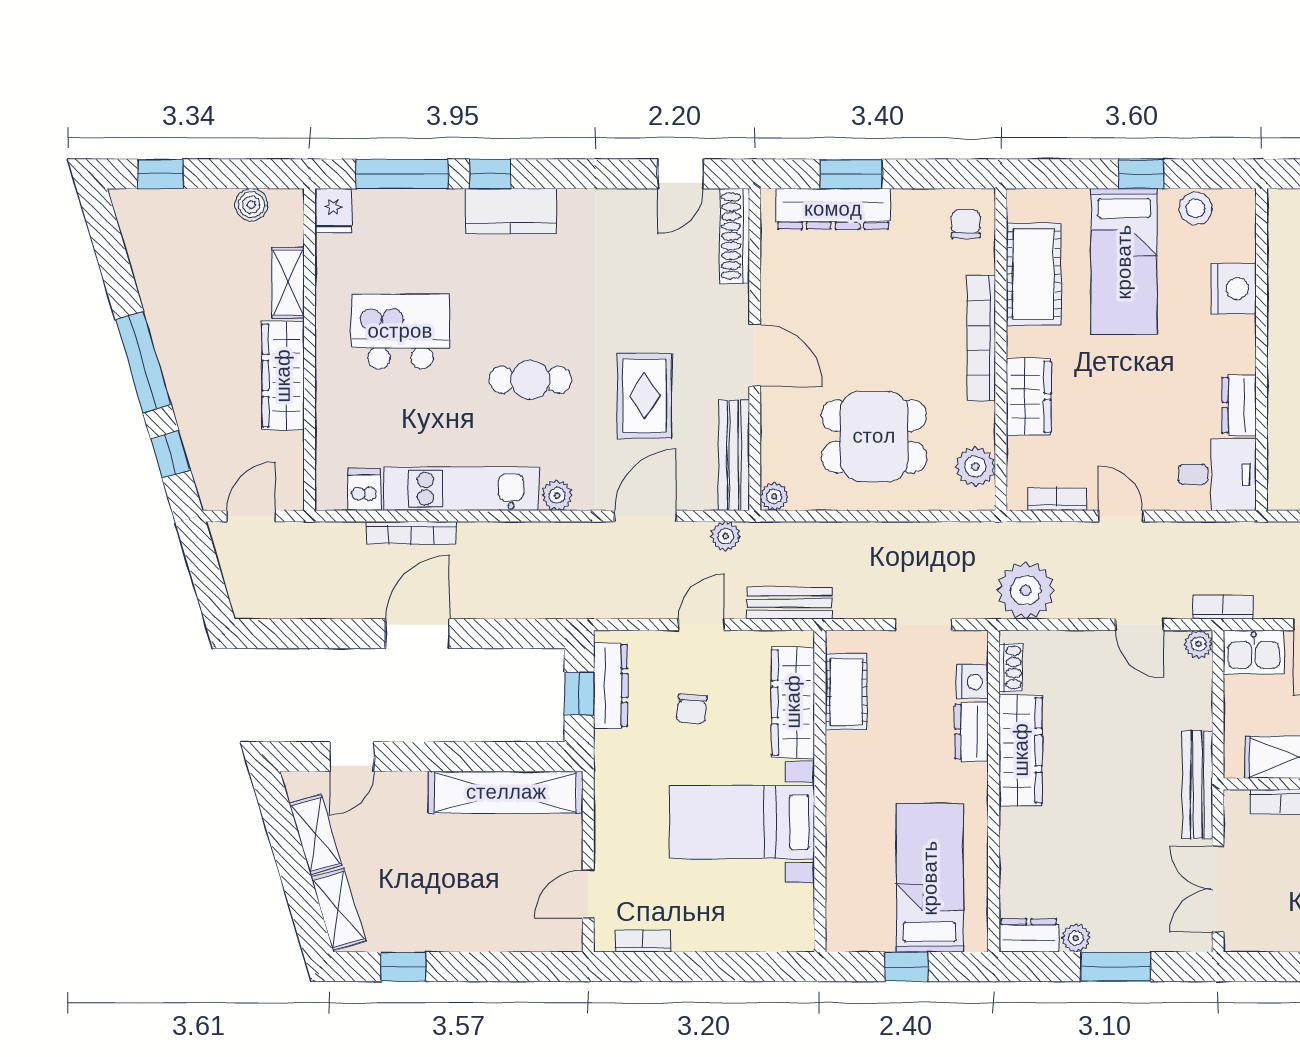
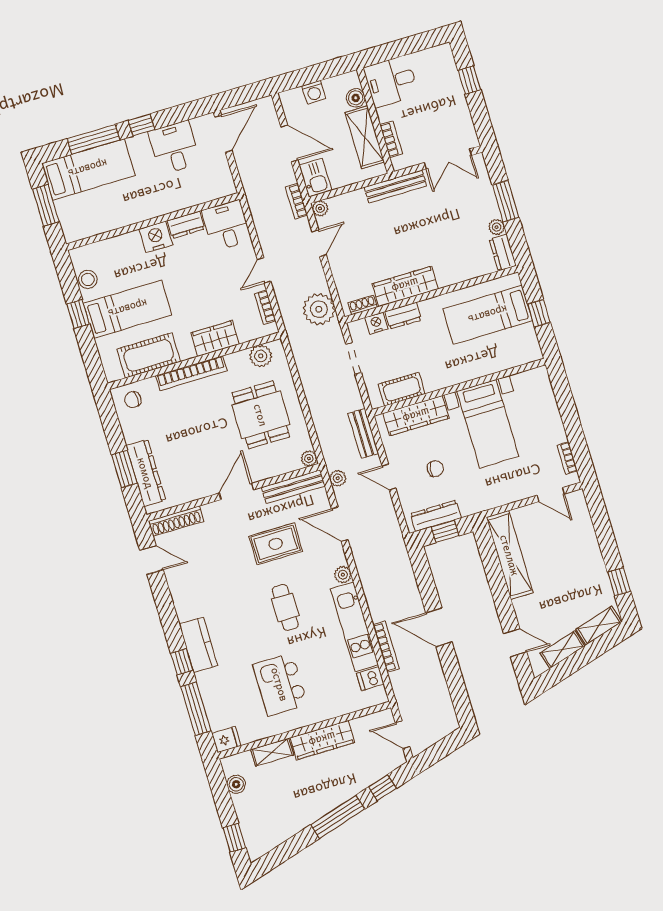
nightstand: (1233, 288) -> (156, 237), moved

